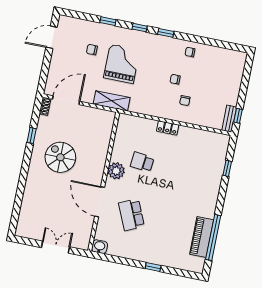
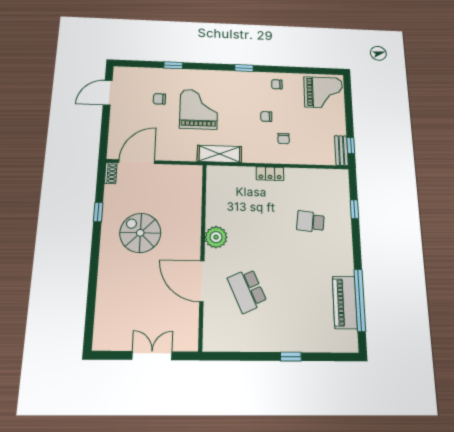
window: (140, 28) -> (212, 67), removed
grand piano: (227, 66) -> (323, 92), added
shelving: (112, 101) -> (220, 154), moved
school desk: (142, 162) -> (310, 222), moved
washbasin: (100, 247) -> (213, 343), removed

